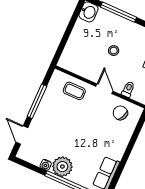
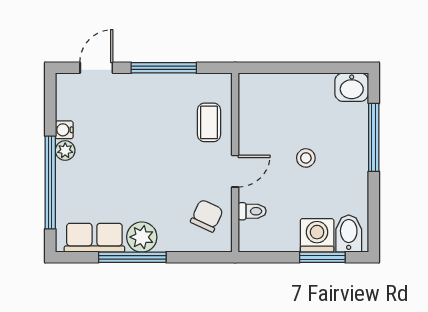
plant: (116, 150) -> (142, 237), added
window: (124, 159) -> (132, 257), added
plant: (62, 167) -> (65, 151), width x0.53, depth x0.53

